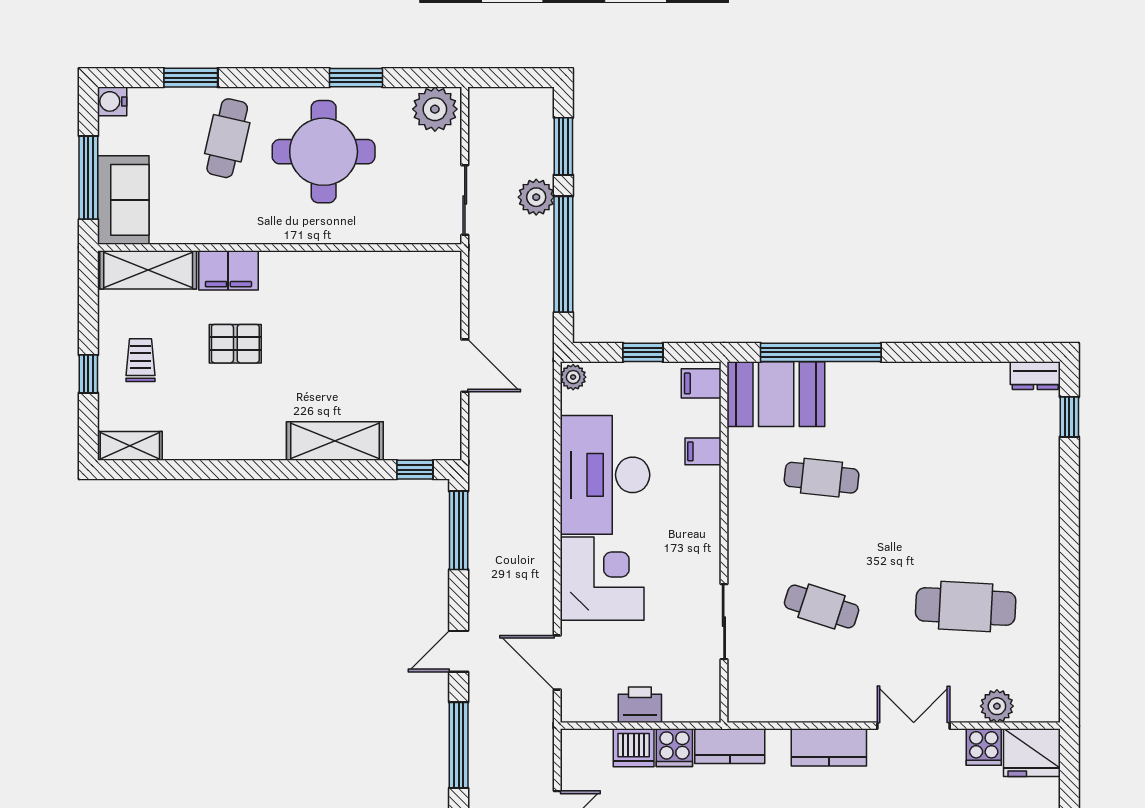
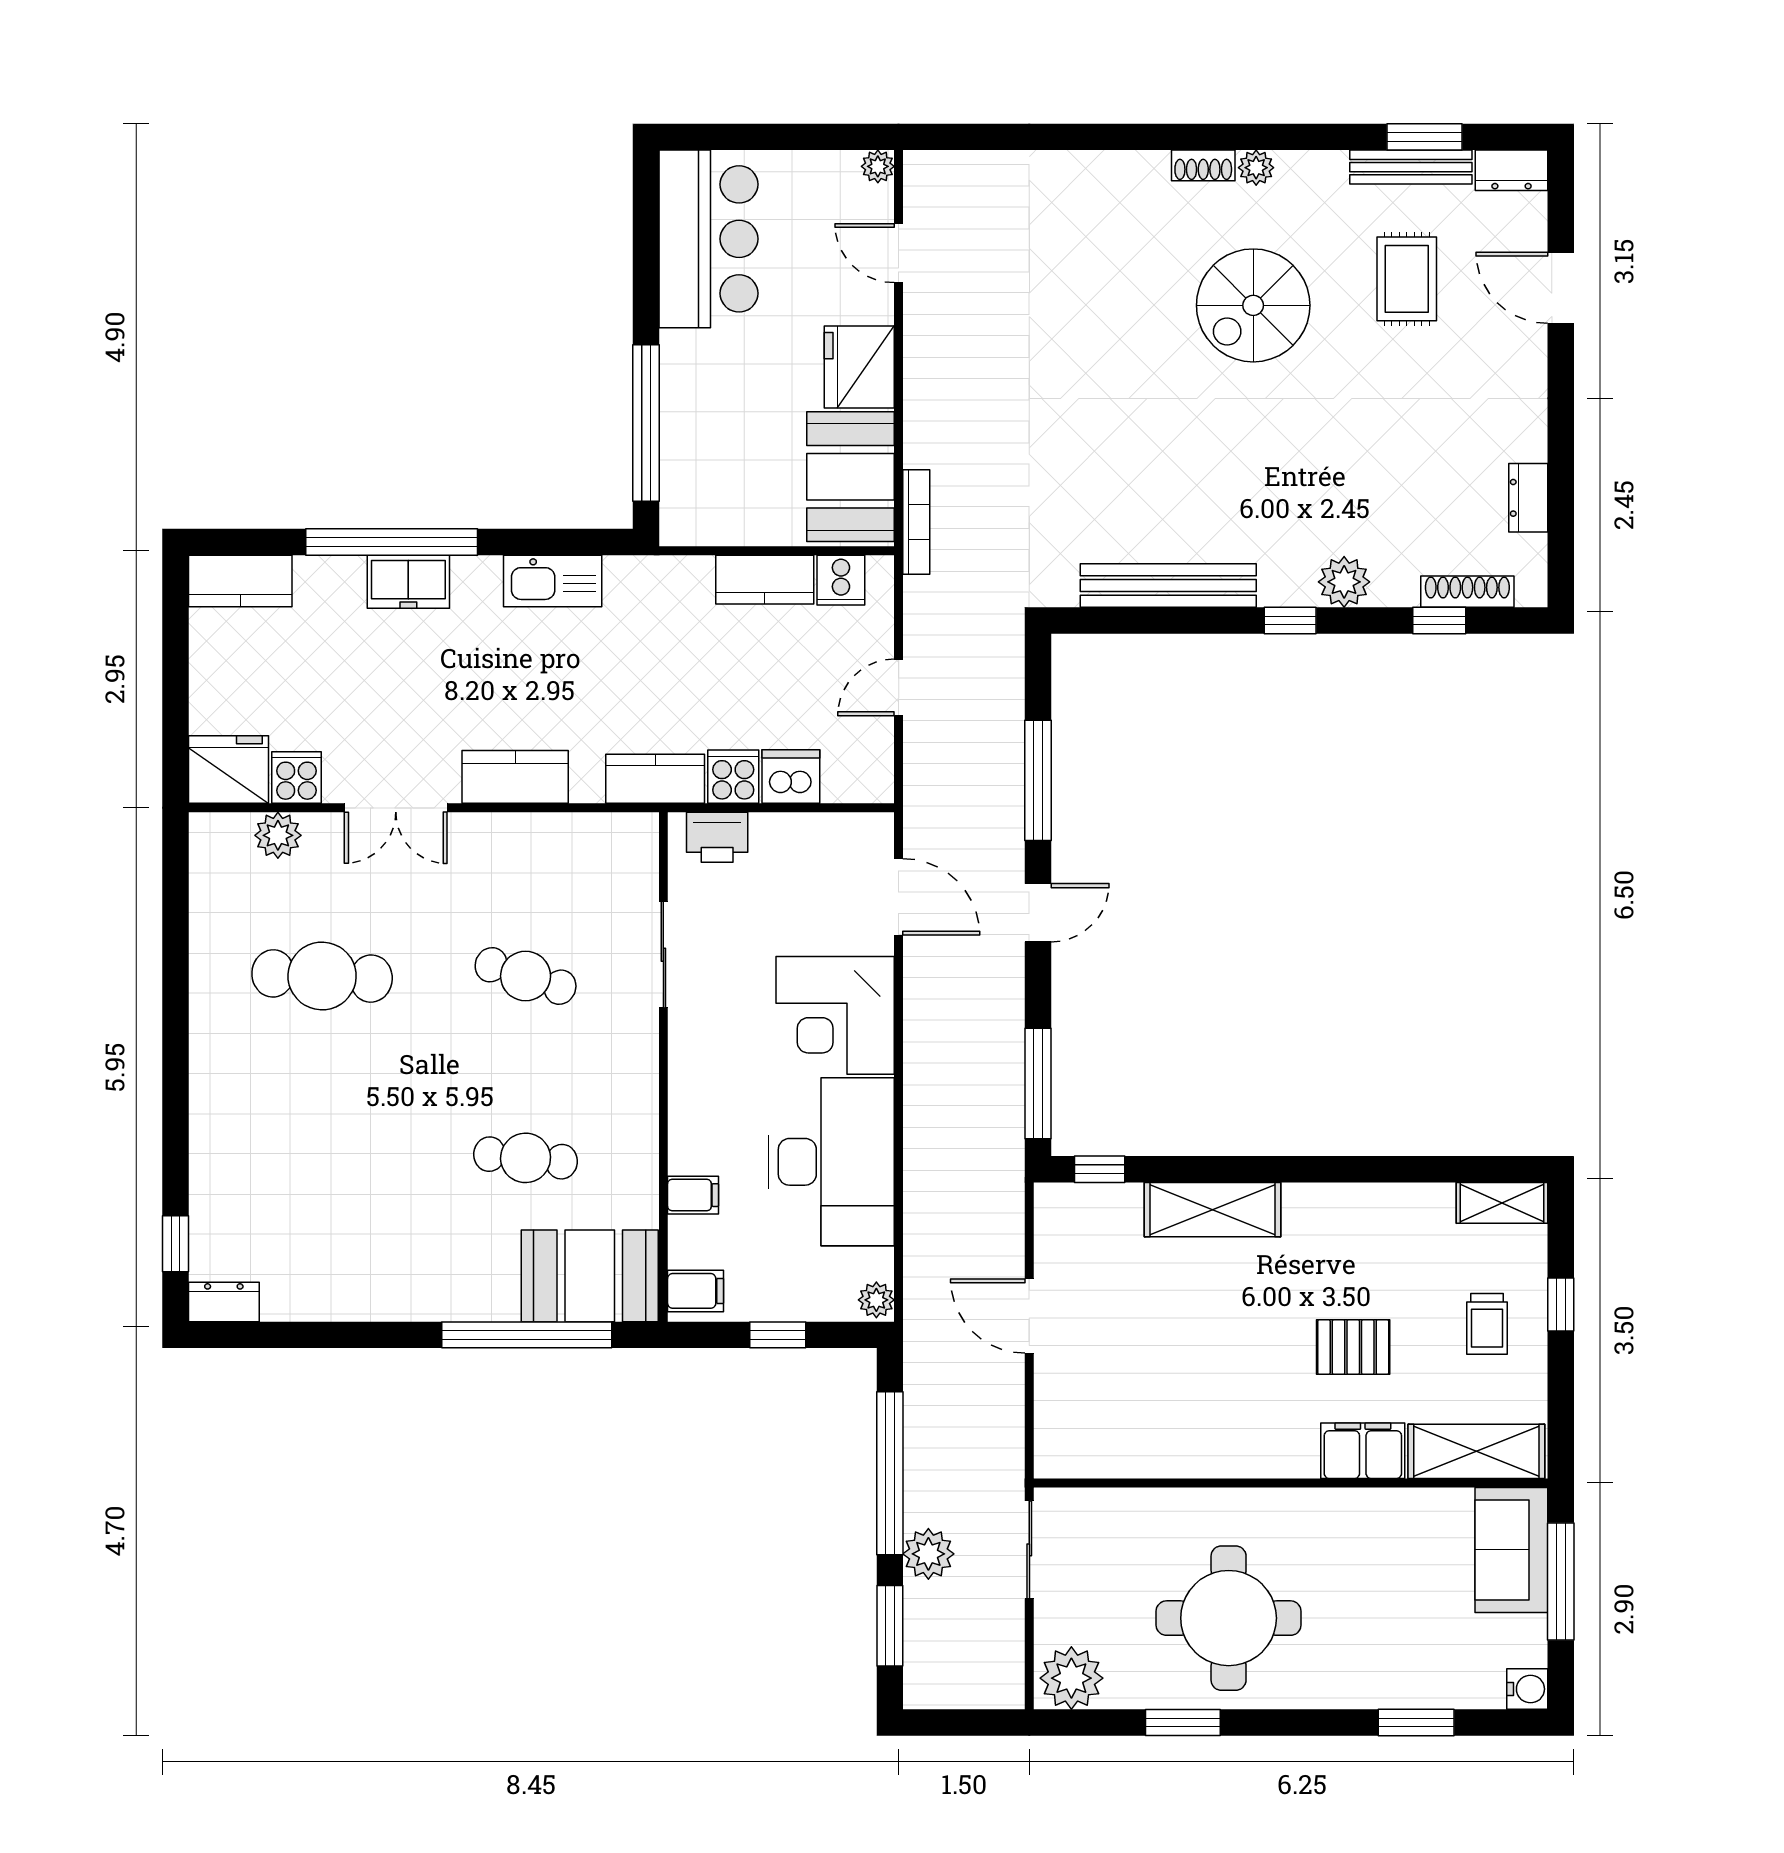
cafe table: (227, 138) -> (1365, 1637), removed
printer: (640, 705) -> (717, 837), moved

